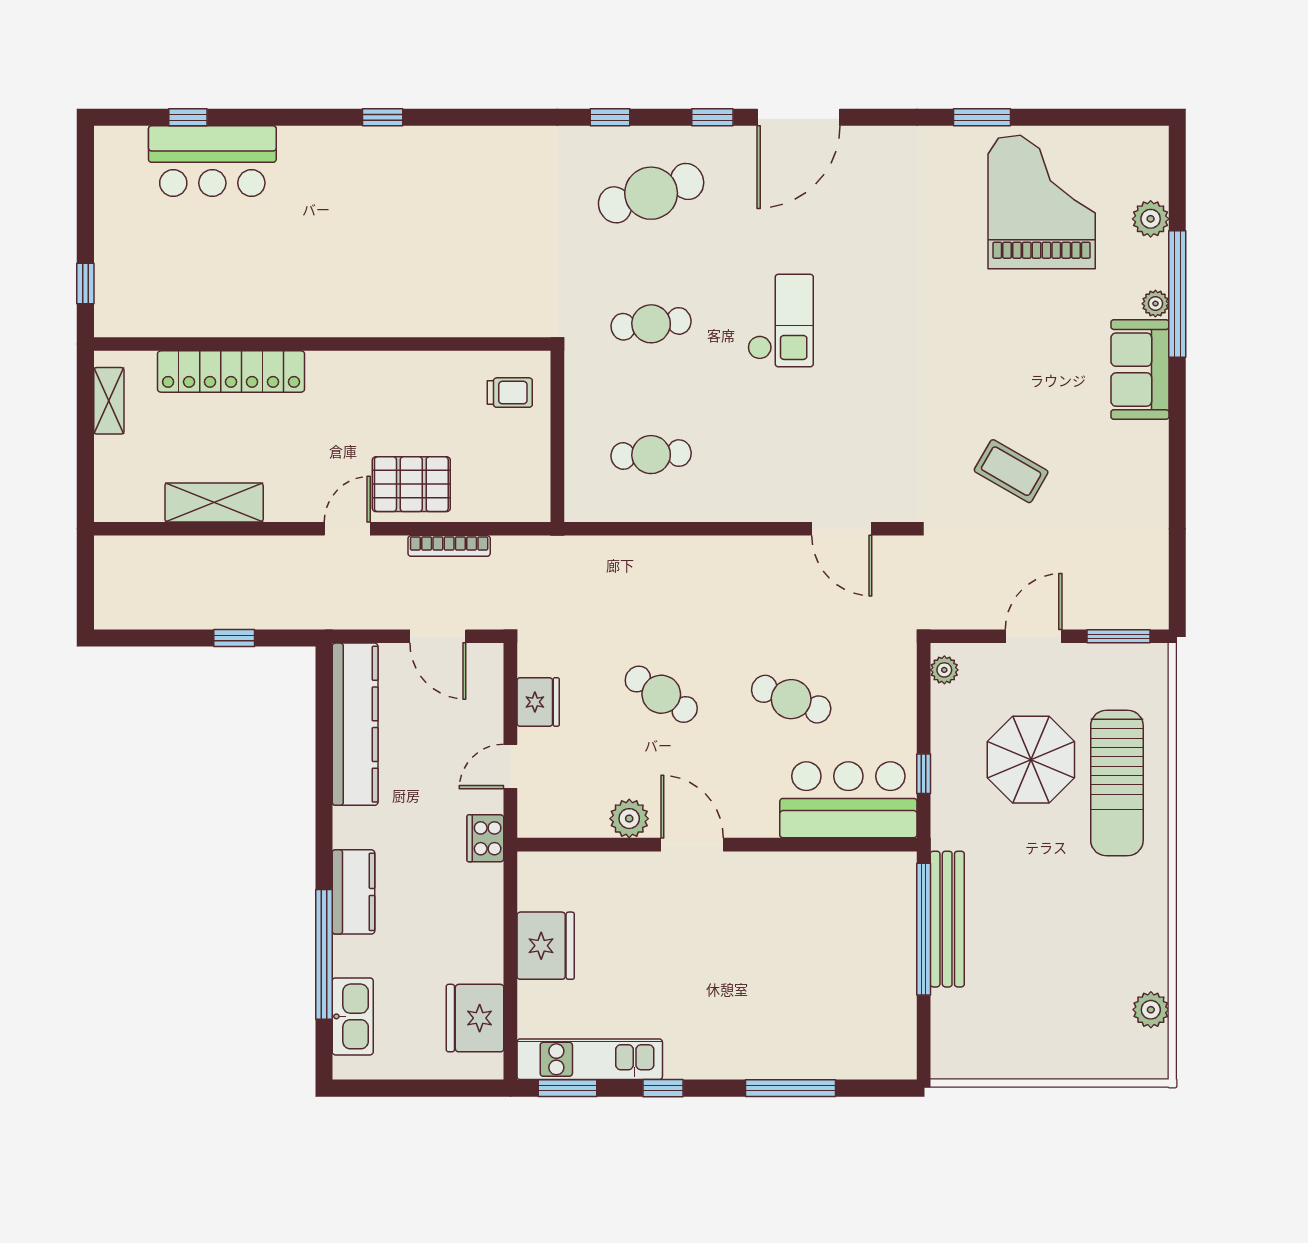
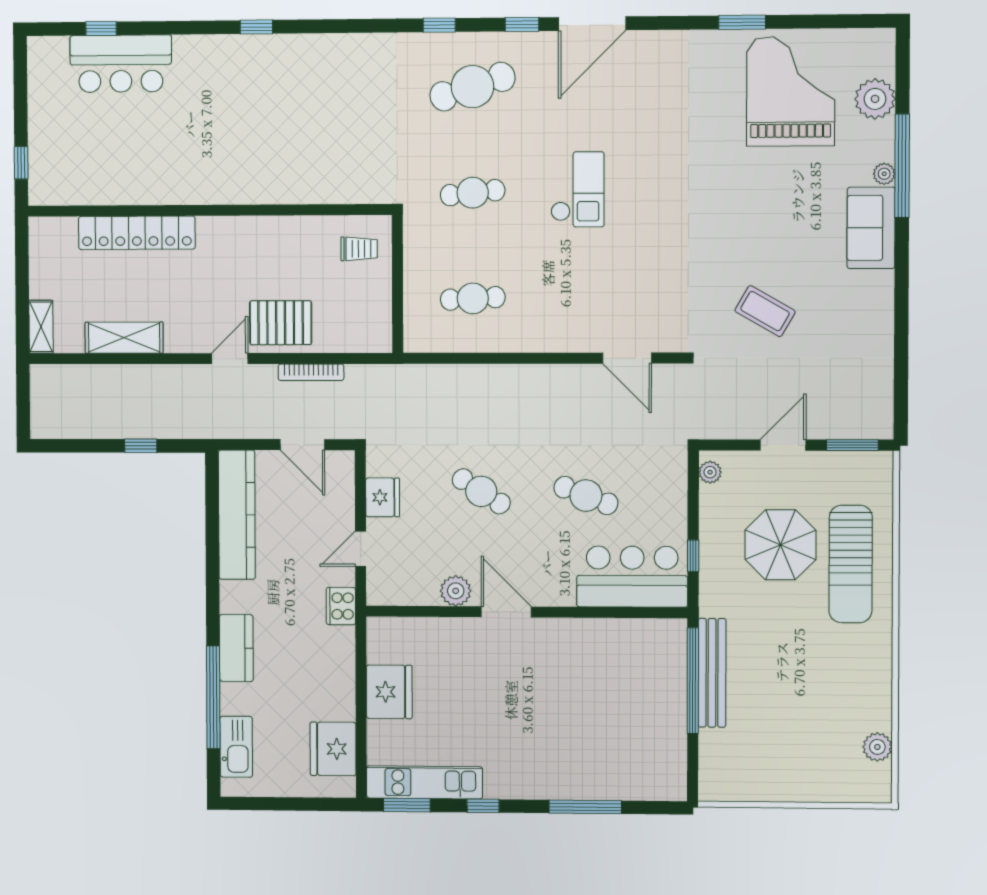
plant: (1151, 219) -> (875, 99), width x1.36, depth x1.36
shelving: (109, 401) -> (41, 327), moved

